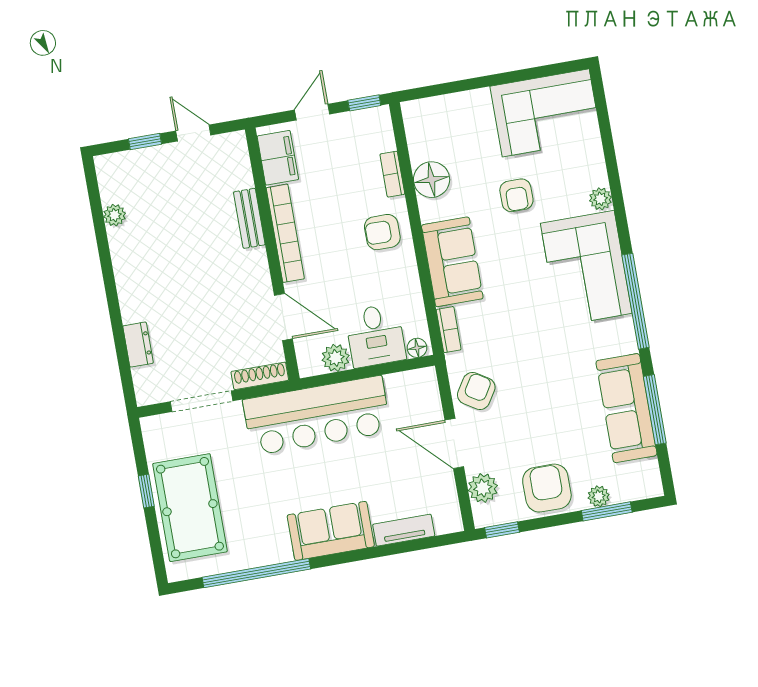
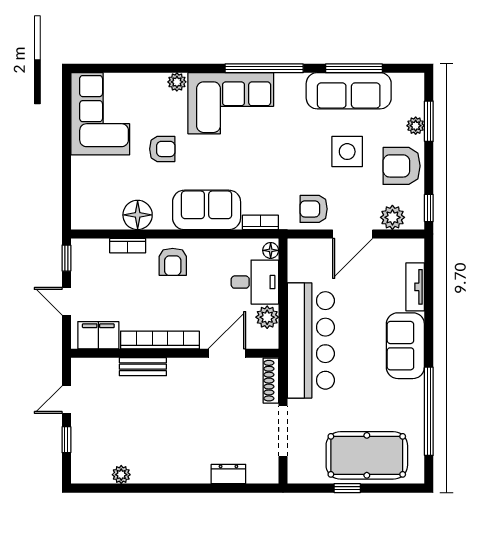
armchair: (476, 391) -> (314, 209), turned -32
side table: (553, 419) -> (347, 152), added

